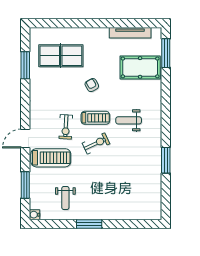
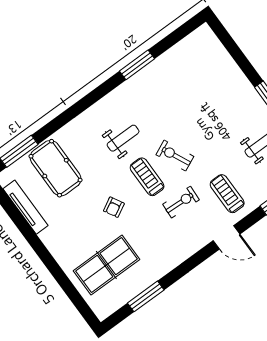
table tennis table: (61, 56) -> (106, 265), turned 90
weight bench: (129, 120) -> (123, 138), turned -90
treadmill: (51, 158) -> (227, 194), width x0.73, depth x0.73

